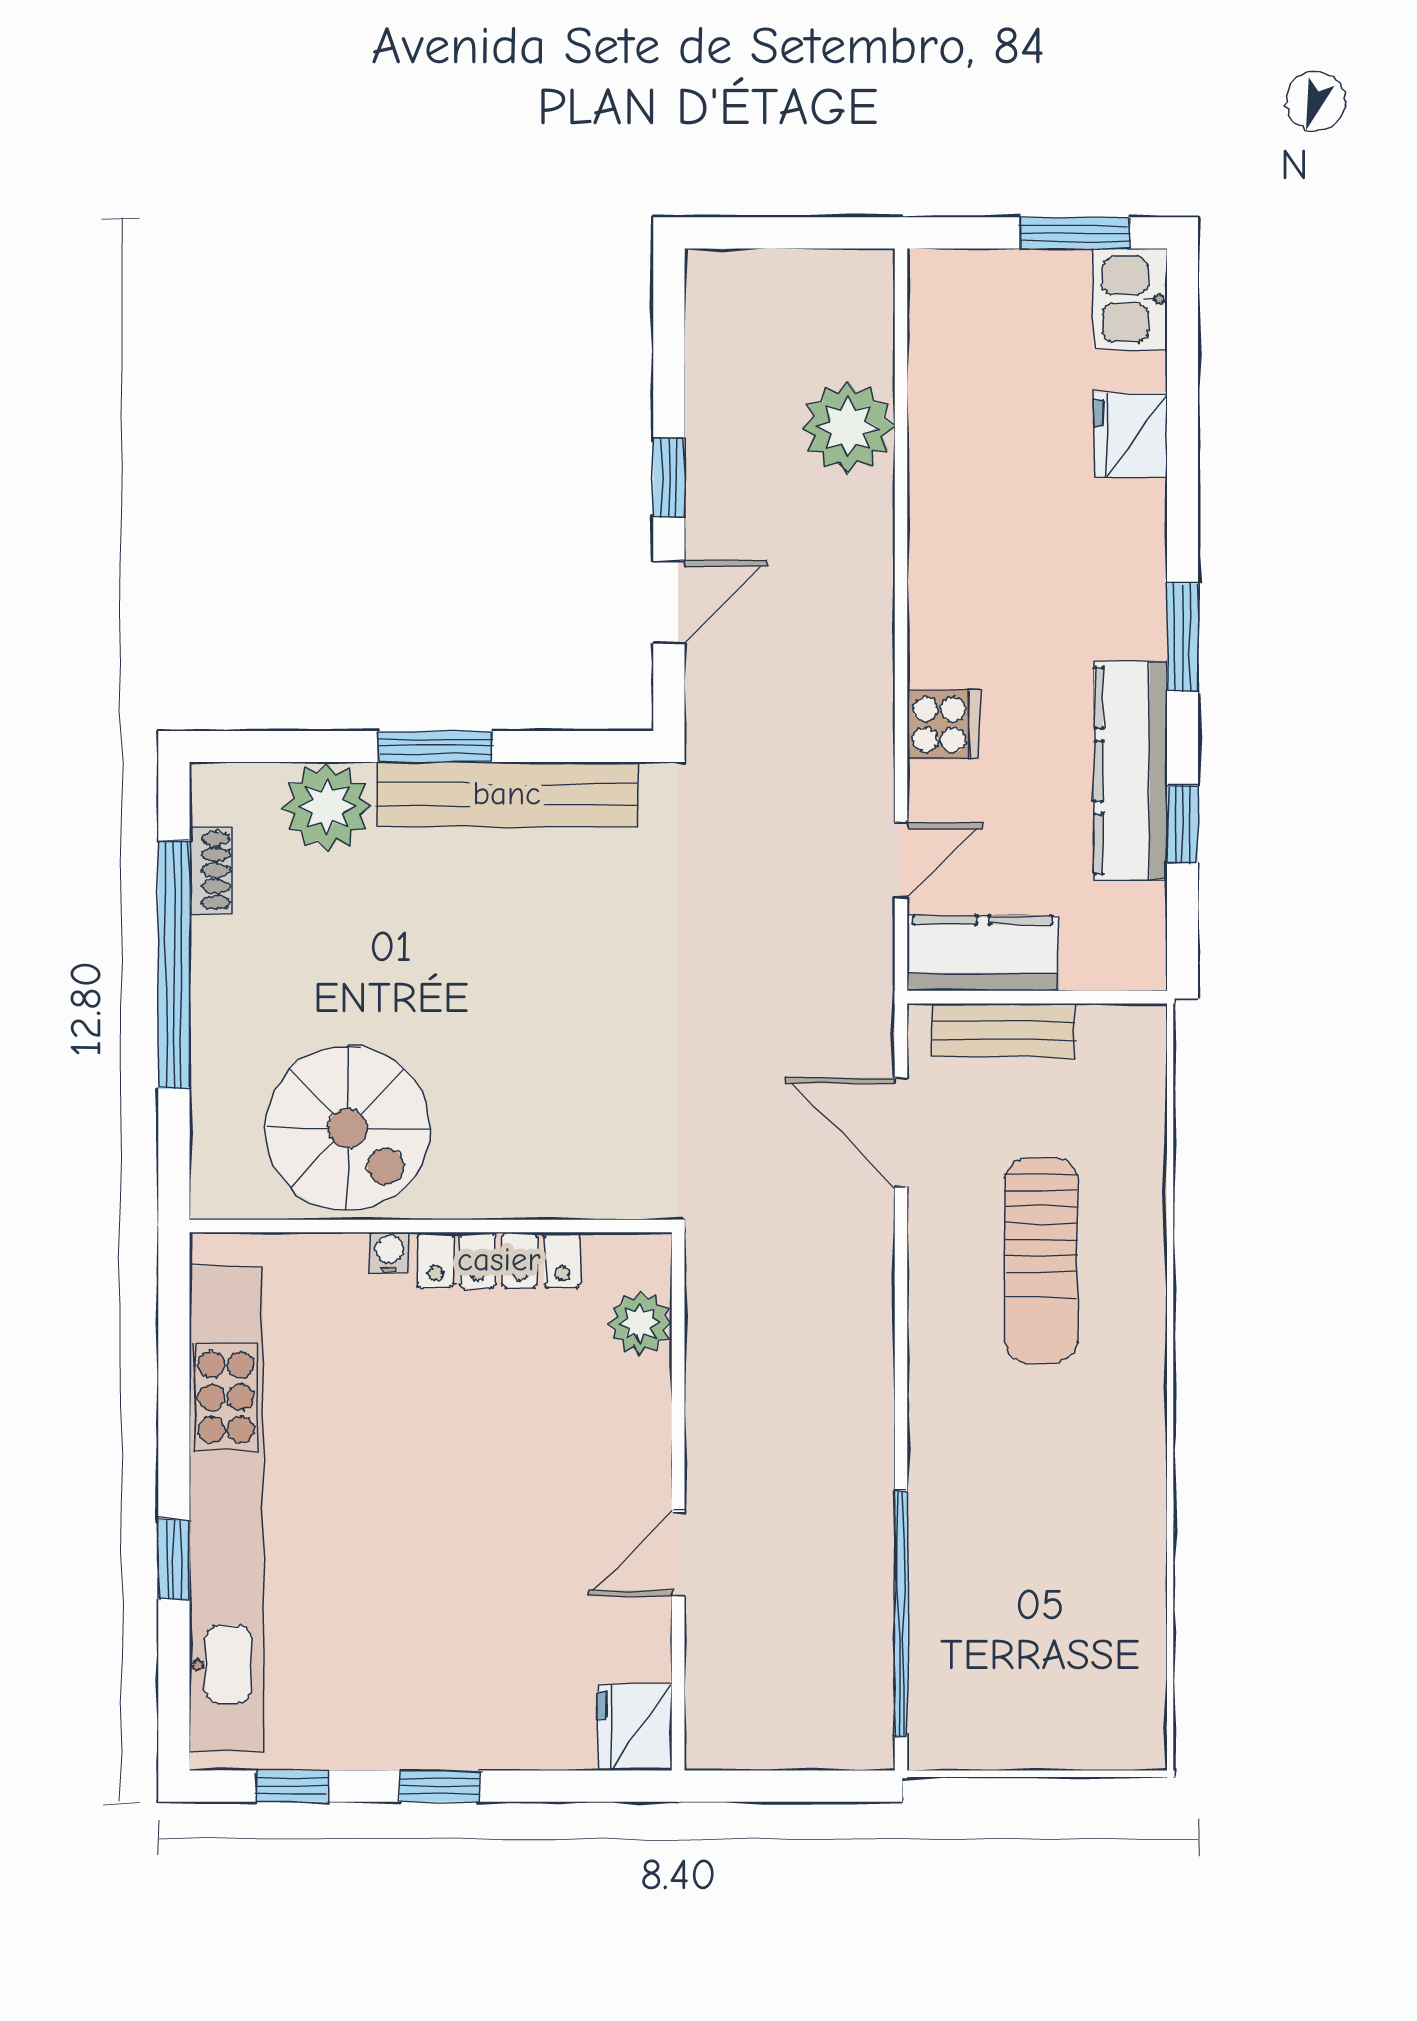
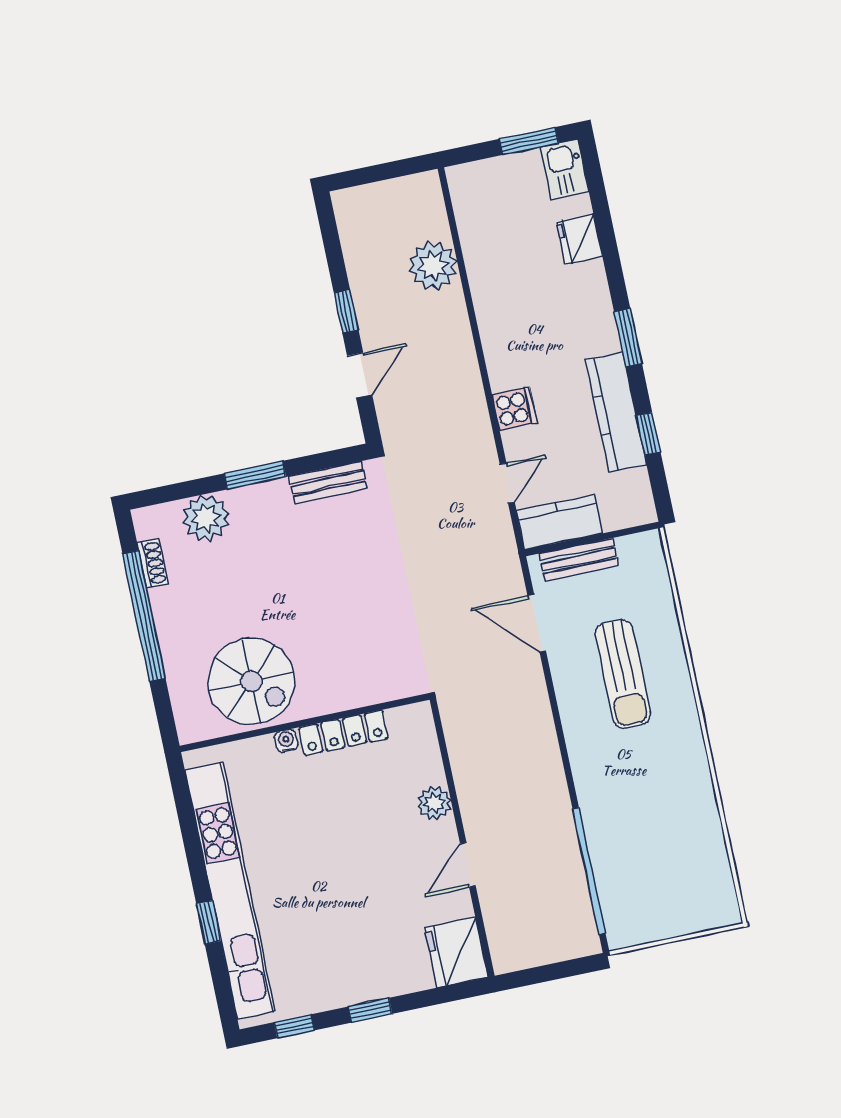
bench: (507, 794) -> (328, 483), width x0.54, depth x0.82
plant: (640, 1323) -> (434, 803), moved
fridge: (635, 1728) -> (456, 952), width x1.36, depth x1.34

